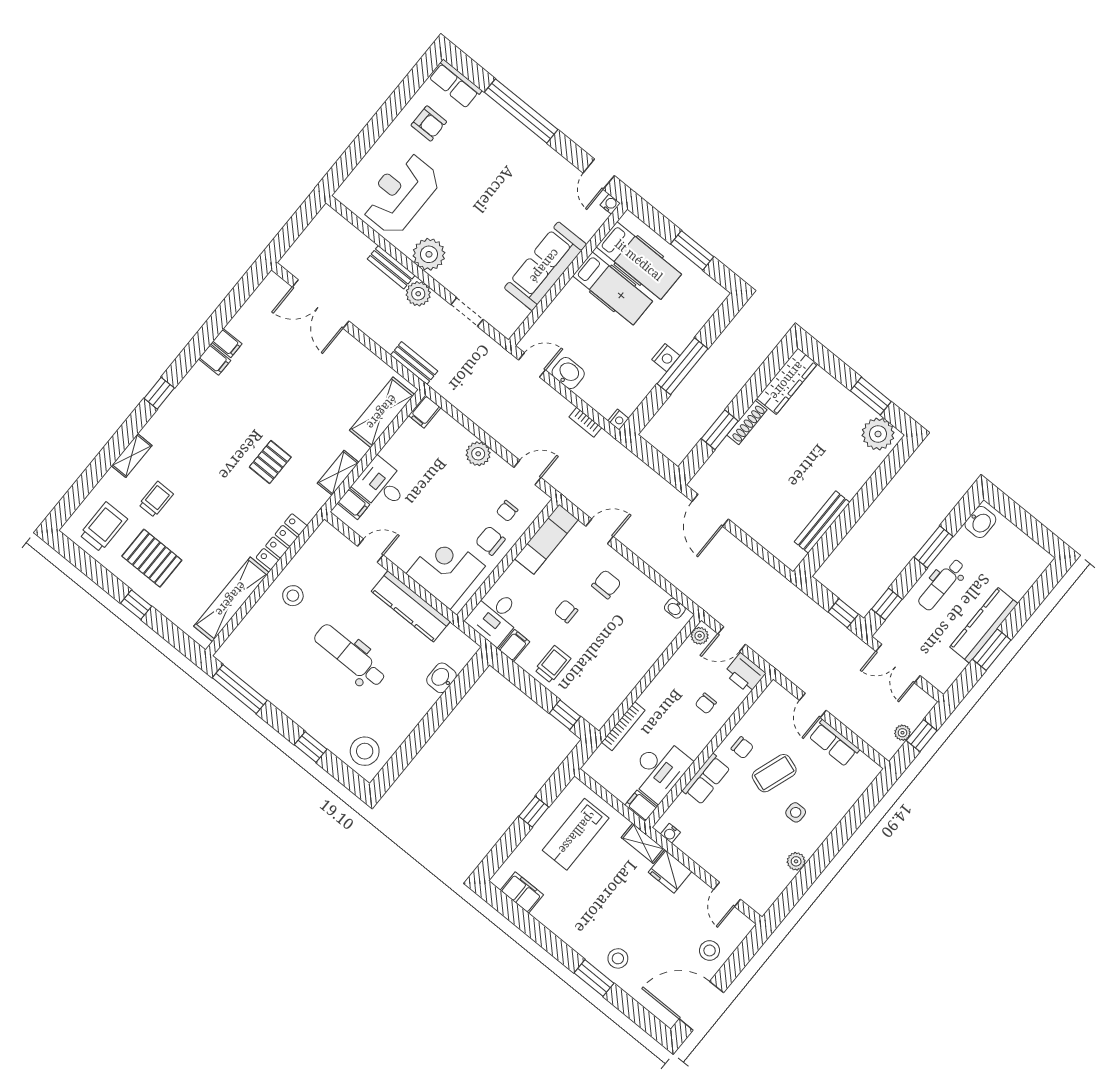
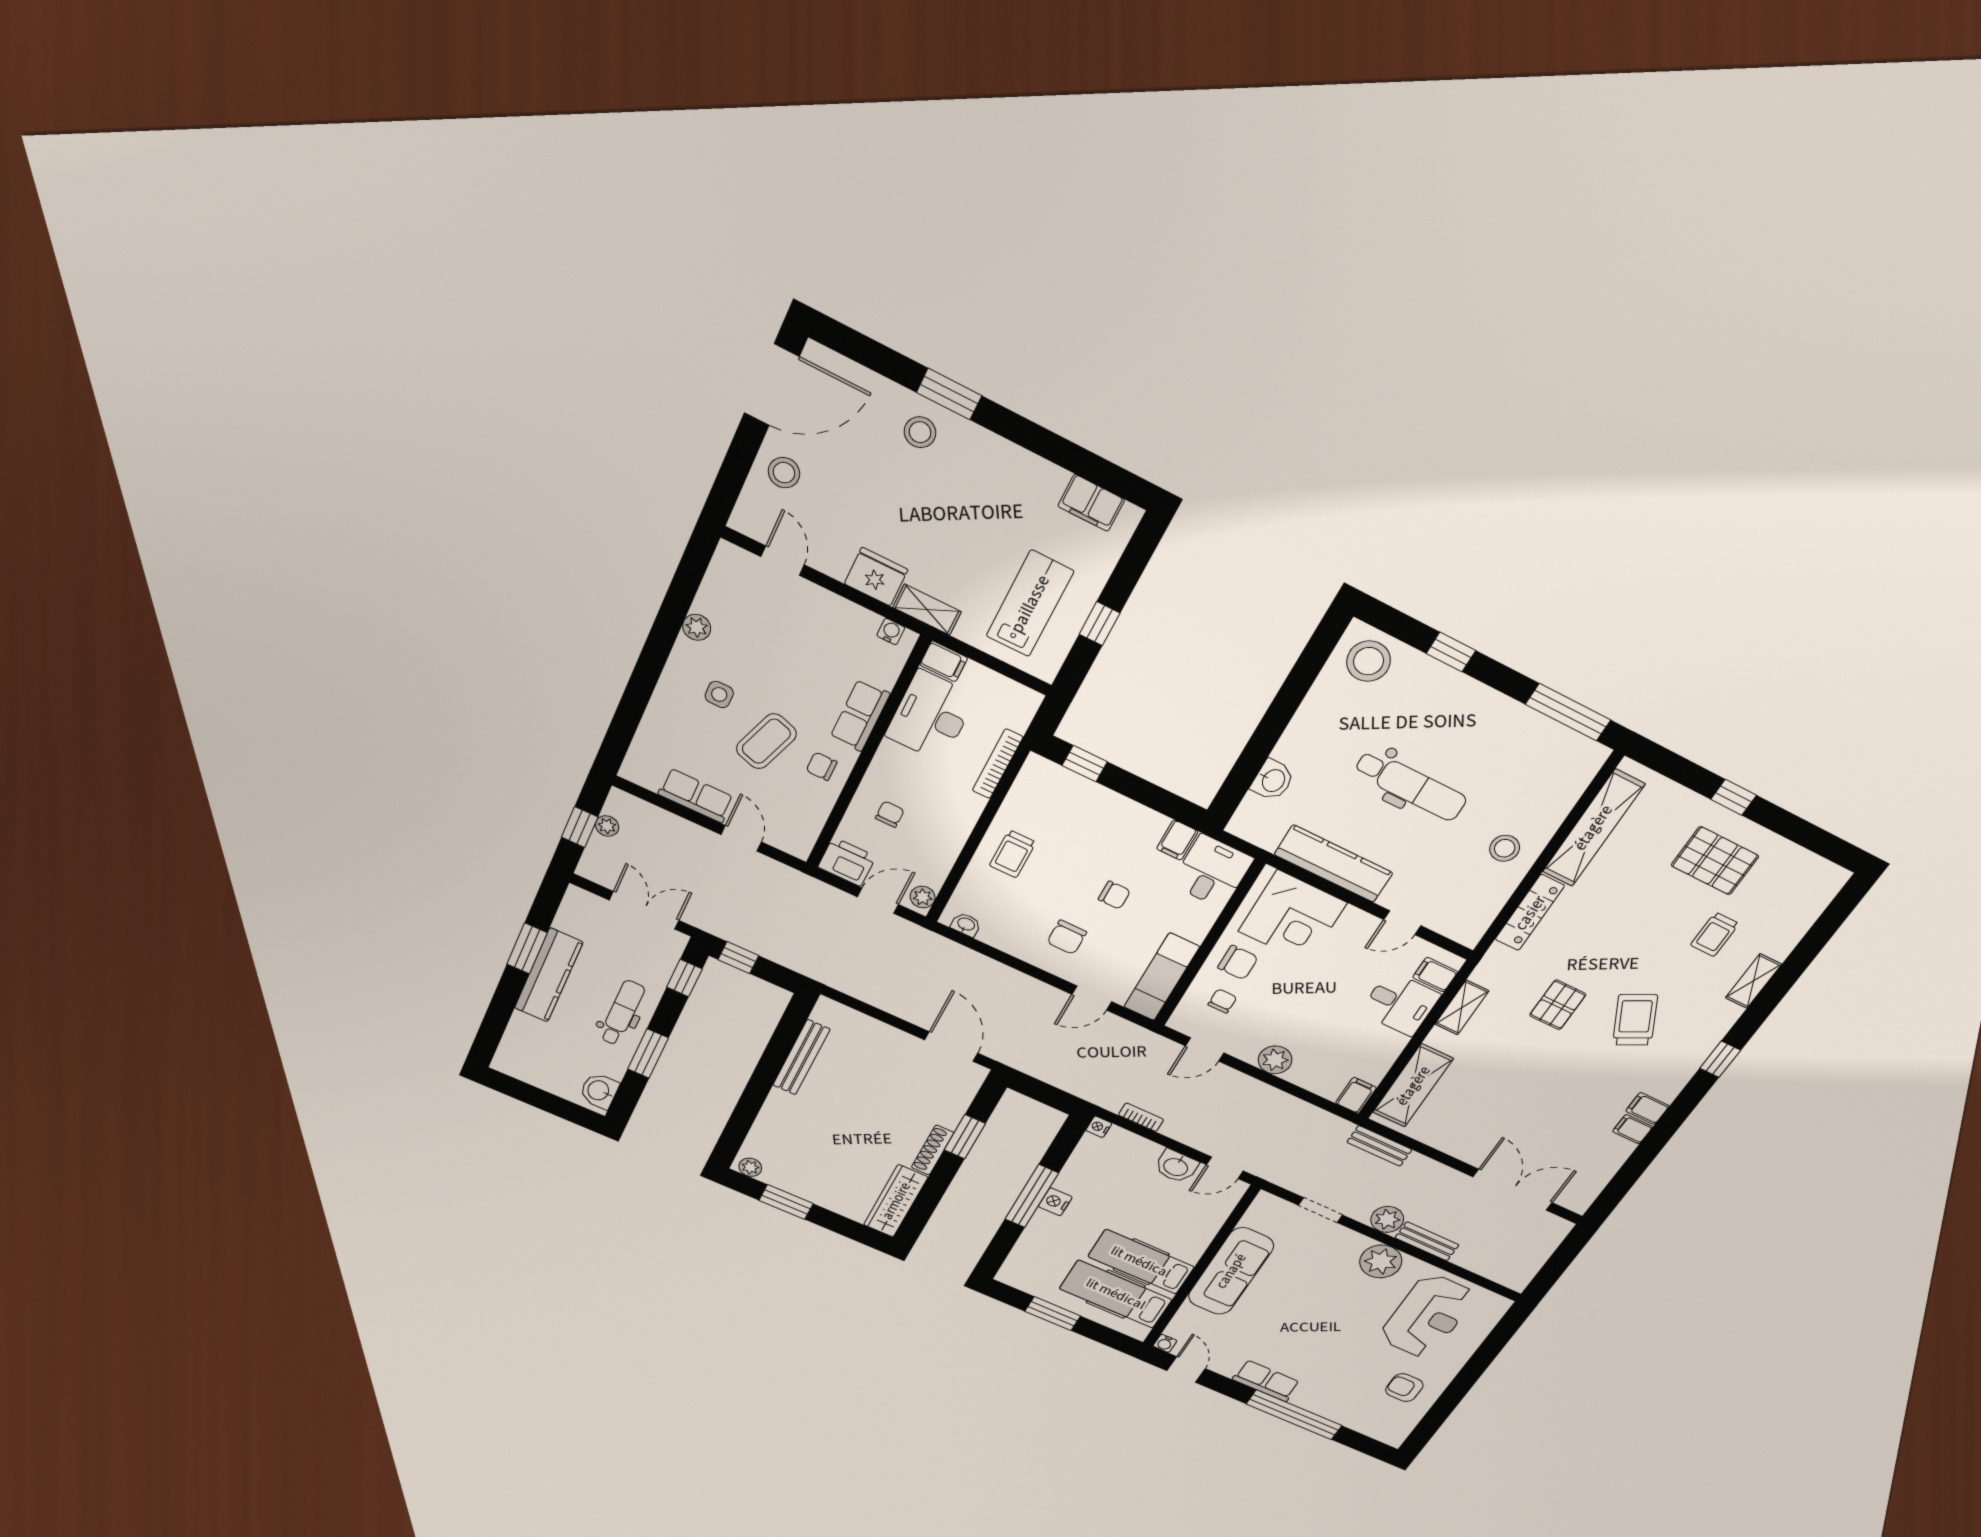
row of seats: (455, 84) -> (1266, 1381), moved
plant: (878, 434) -> (750, 1167), width x0.53, depth x0.53
trolley: (103, 527) -> (1635, 1020), moved, turned 152
trolley: (553, 664) -> (1013, 854), moved

